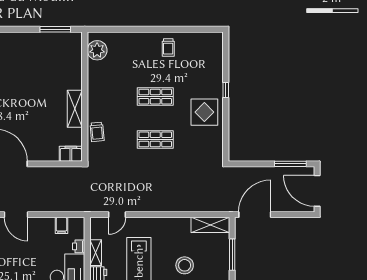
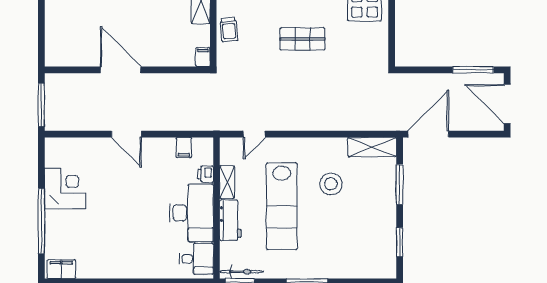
filing cabinet: (71, 154) -> (203, 57), width x0.50
stool: (185, 265) -> (331, 184), moved

